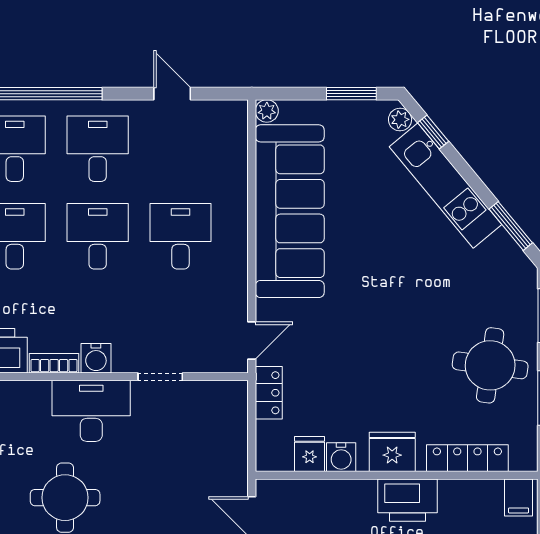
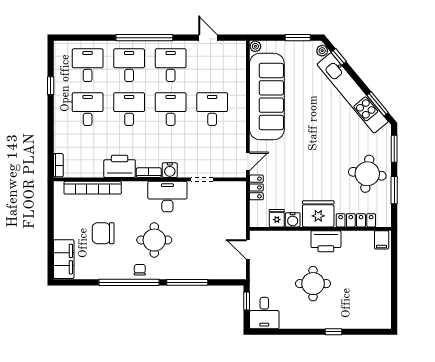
kitchen unit: (445, 186) -> (353, 93), width x1.36
fridge: (392, 452) -> (318, 214), width x1.36, depth x1.34

